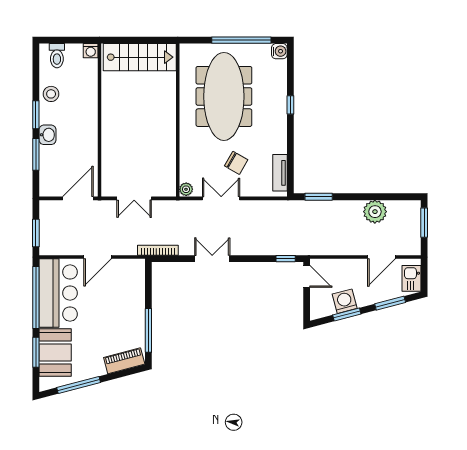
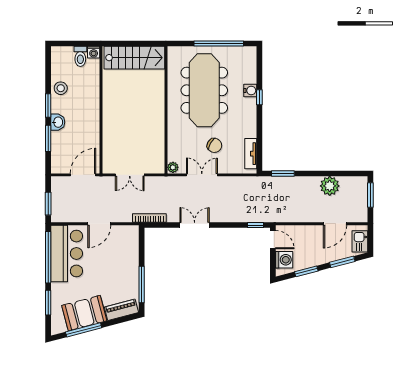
water cooler: (279, 51) -> (250, 90), moved
toilet: (57, 56) -> (80, 56), moved
washing machine: (345, 301) -> (284, 260), moved, turned 105
booth: (55, 353) -> (84, 313), moved, turned 75

